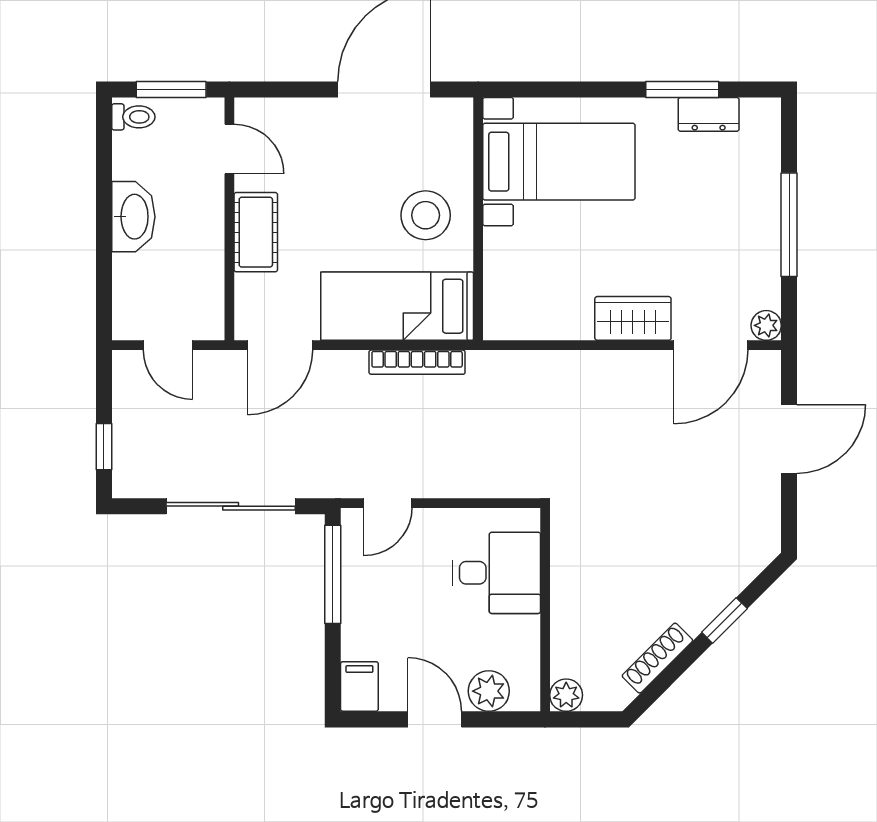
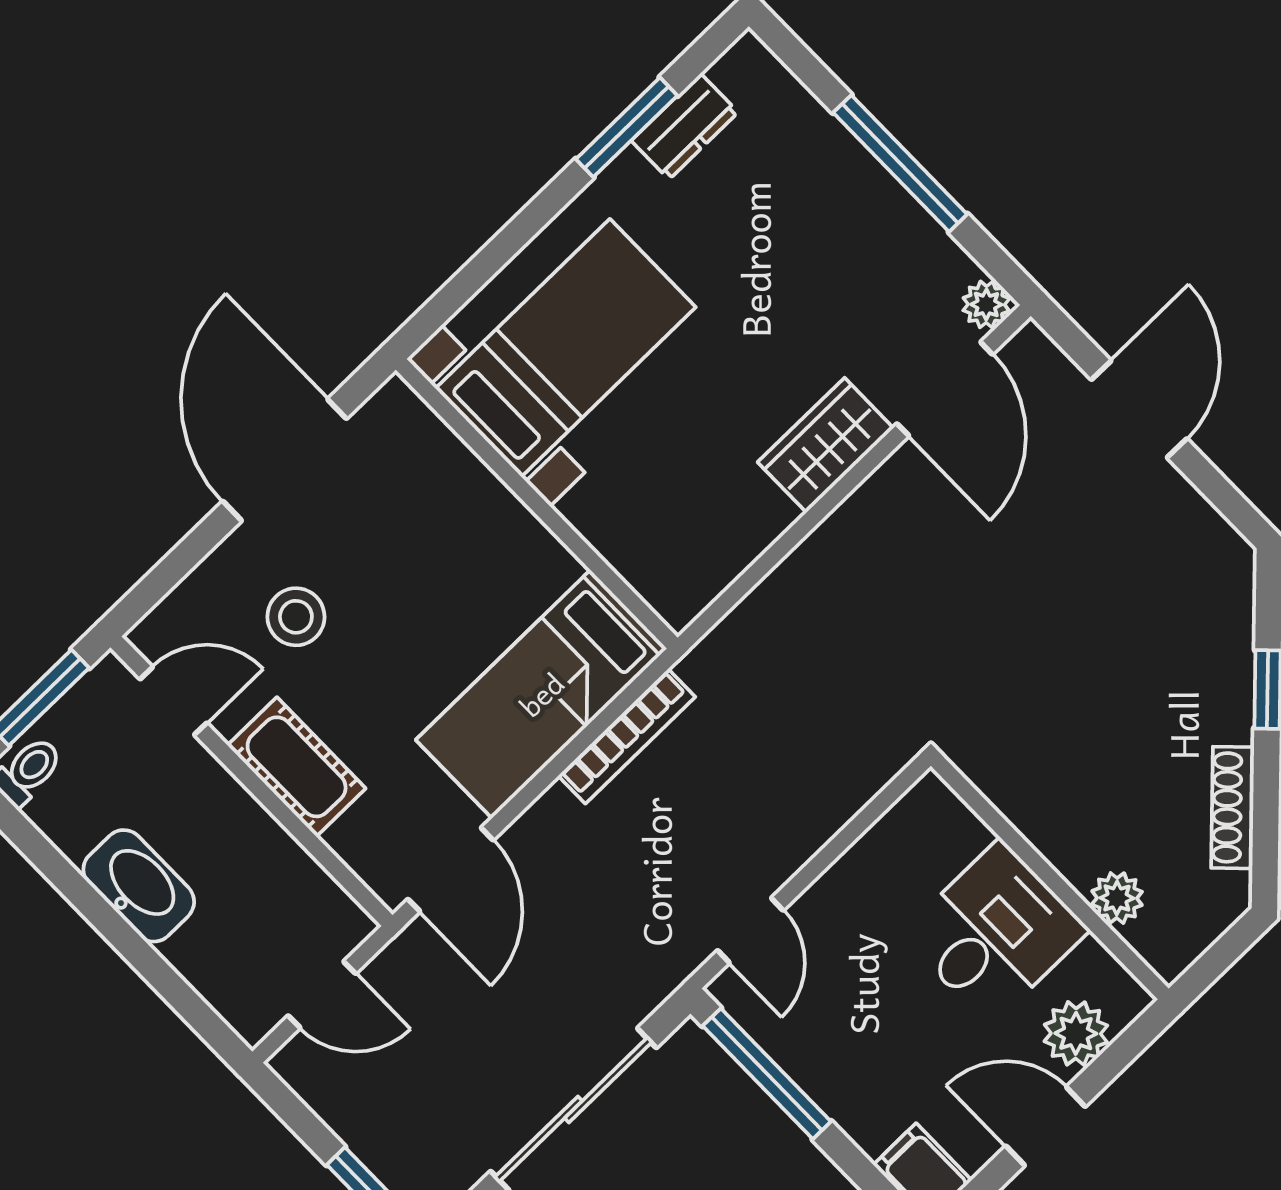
stool: (426, 215) -> (296, 617), moved, width x0.73, depth x0.73
desk: (496, 573) -> (995, 933), moved
plant: (566, 695) -> (1117, 898), moved

